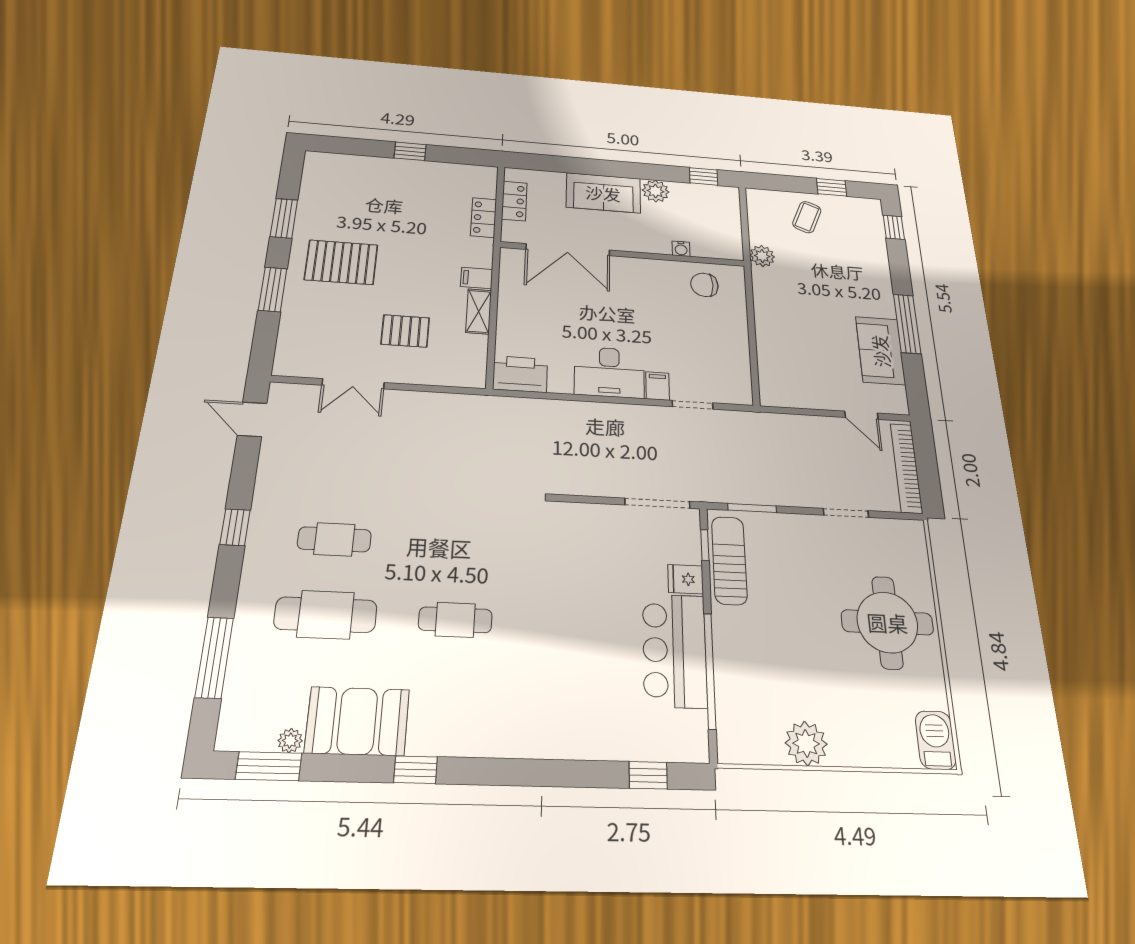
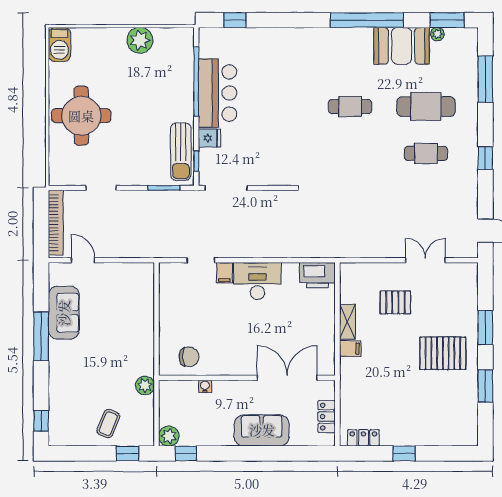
window: (832, 187) -> (127, 453), moved
plant: (656, 191) -> (169, 436), moved
locker: (483, 218) -> (363, 438), moved, turned -90
window: (416, 770) -> (367, 20), width x3.17

